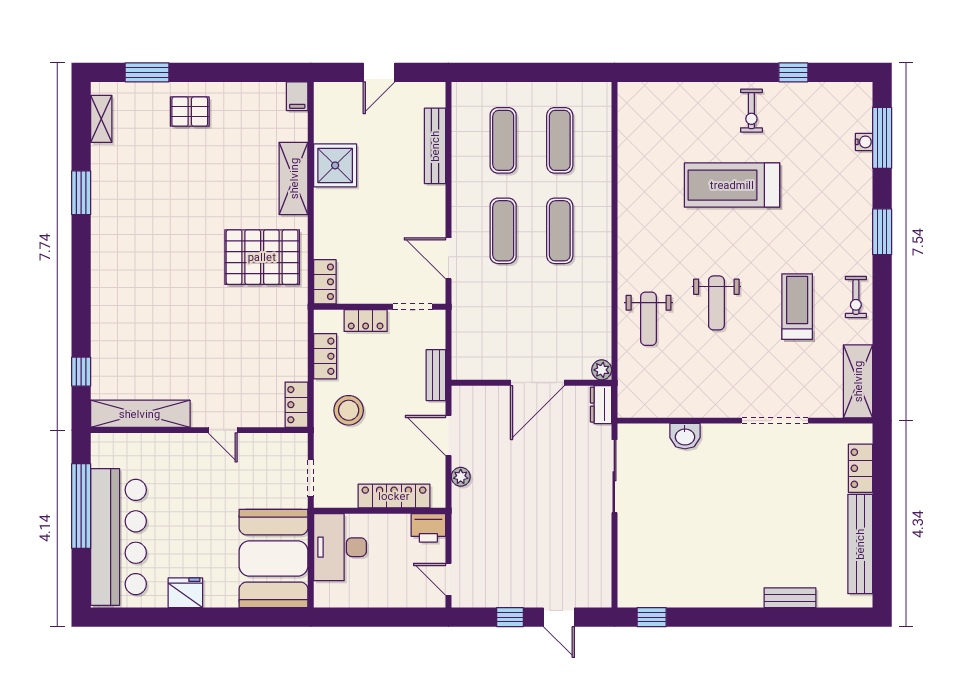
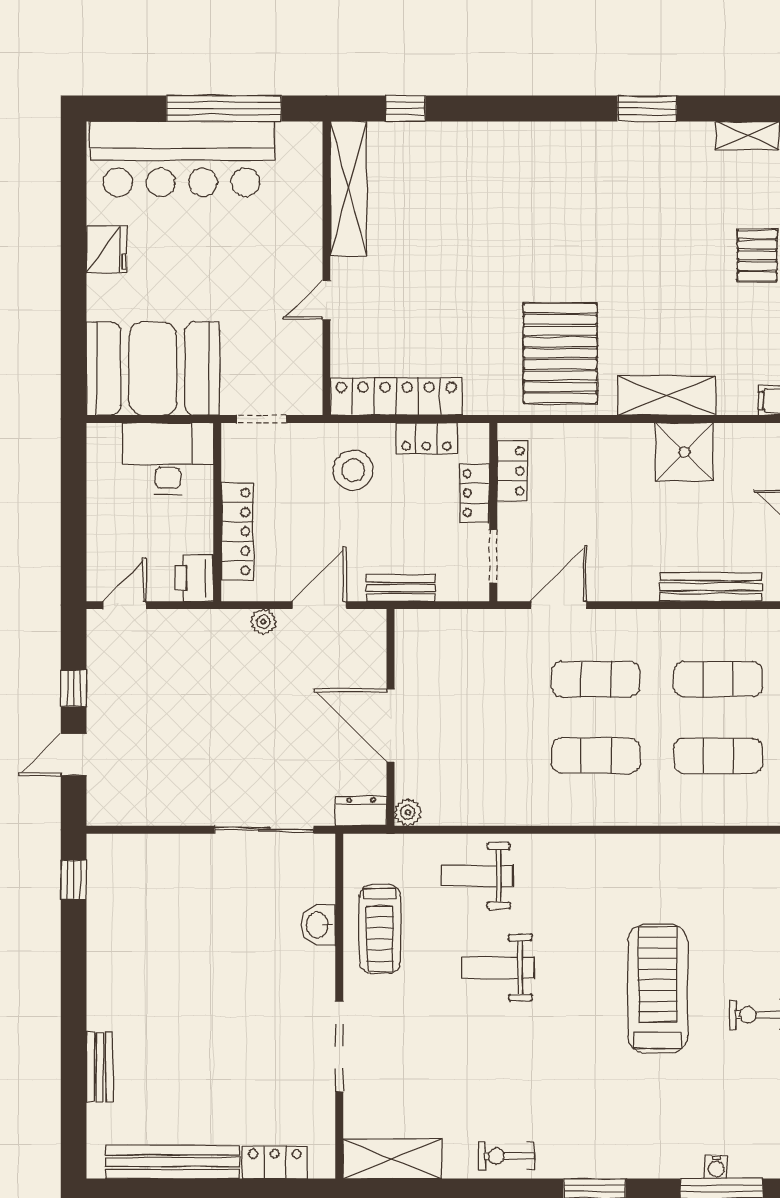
locker: (325, 282) -> (512, 471), moved, turned -90
treadmill: (797, 307) -> (380, 929), moved, turned 90
locker: (297, 405) -> (396, 397), width x2.16, depth x1.21

